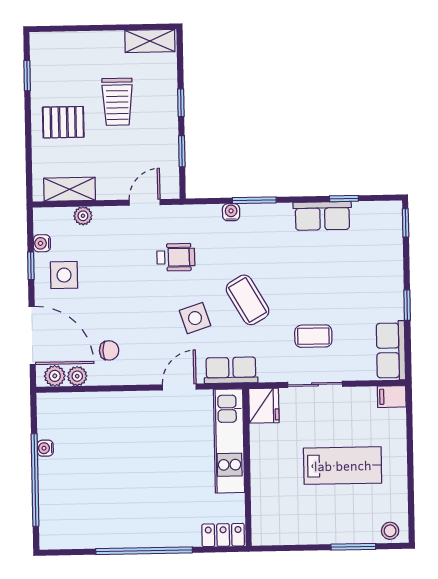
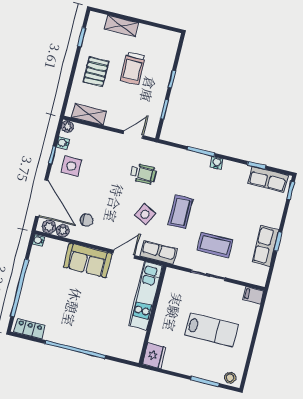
shelving: (150, 41) -> (121, 26), moved
pallet: (63, 122) -> (96, 72), turned 90
water cooler: (231, 212) -> (217, 163), moved
plant: (83, 216) -> (67, 127), moved
row of seats: (322, 216) -> (268, 179), moved
coffee table: (248, 300) -> (180, 212), turned 30
side table: (195, 318) -> (145, 214), turned 45
coffee table: (313, 336) -> (215, 245), width x1.36, depth x1.30
row of seats: (391, 350) -> (266, 246), moved
fridge: (264, 406) -> (154, 356), moved
sofa: (127, 411) -> (88, 260), added
water cooler: (45, 448) -> (38, 240), moved
locker: (223, 535) -> (29, 329), moved

